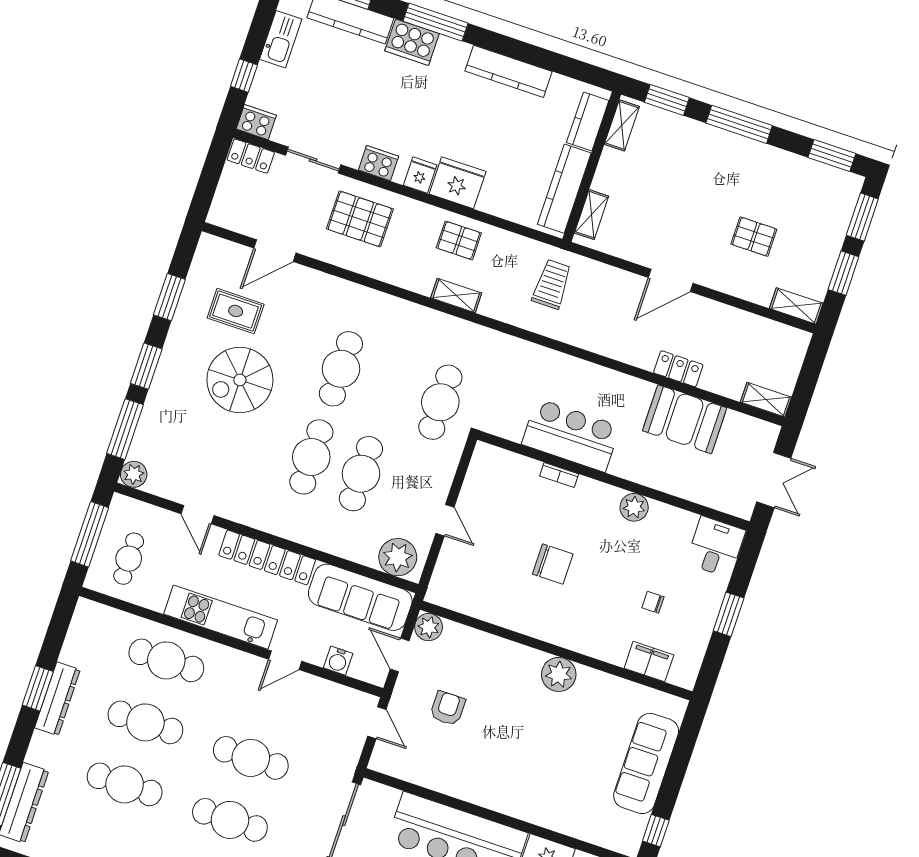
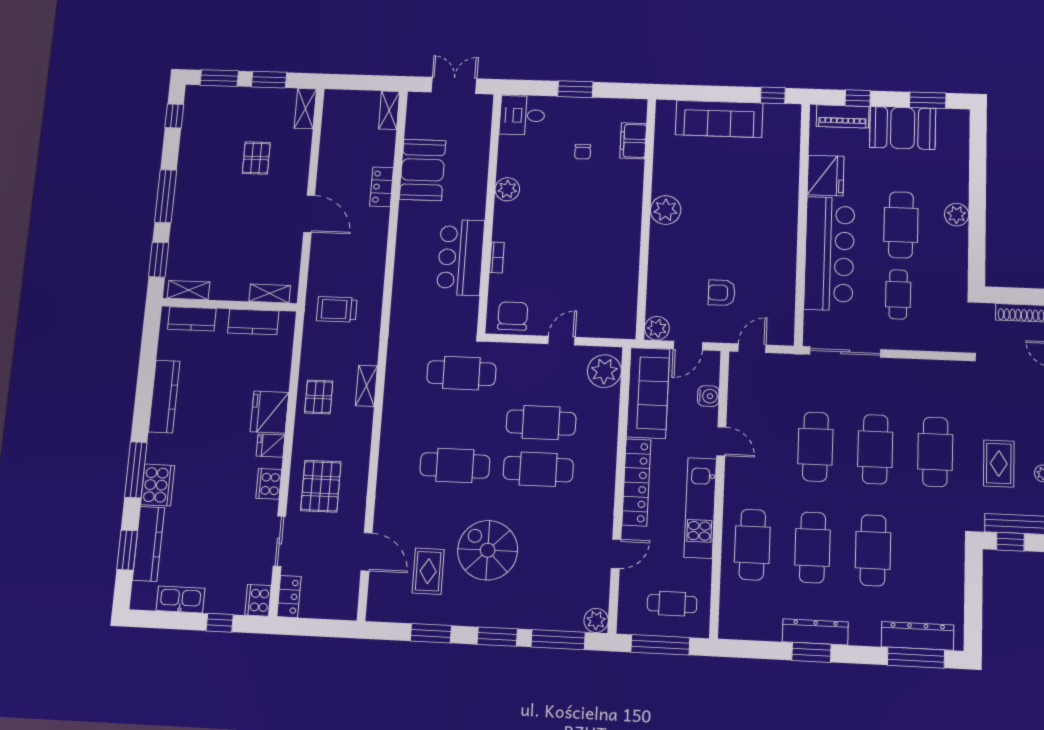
window: (832, 156) -> (174, 116), width x0.67
kitchen counter: (564, 189) -> (253, 322), width x0.67
spiral stairs: (240, 380) -> (488, 550), turned 180
chair: (553, 564) -> (513, 316), moved

